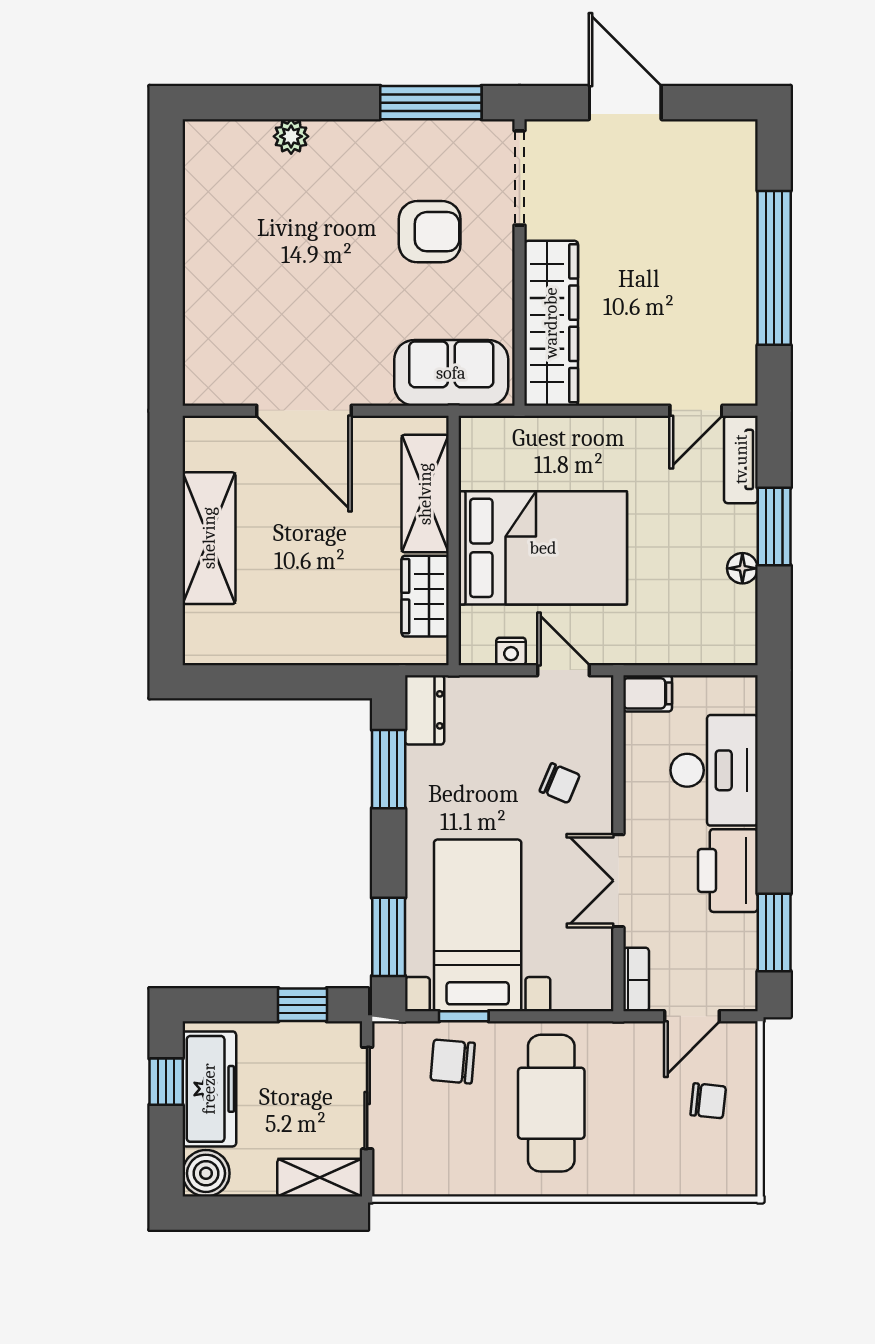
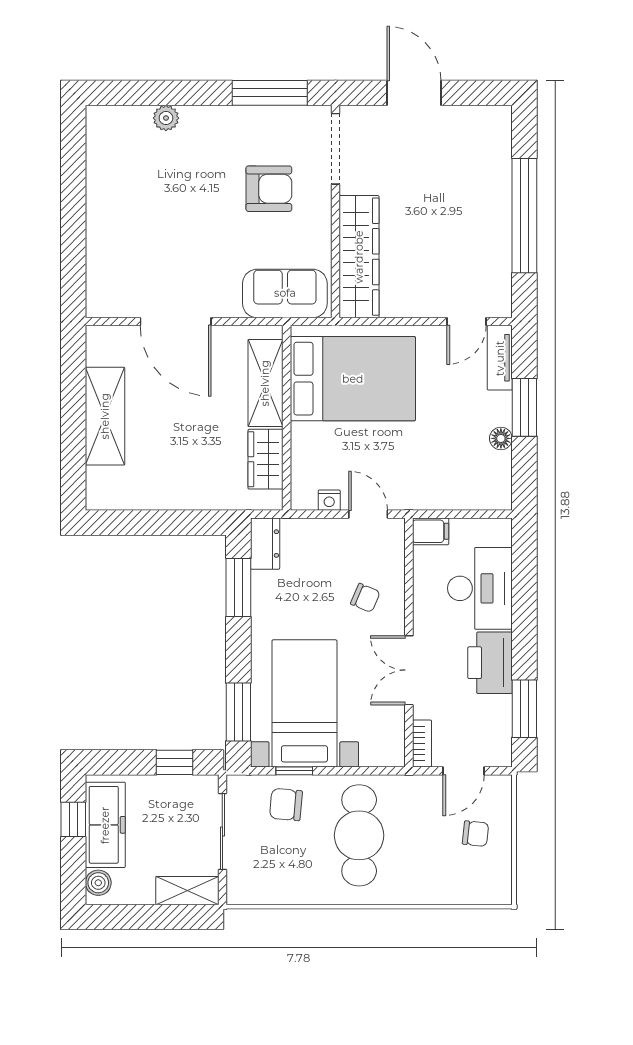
bed: (543, 548) -> (353, 379), moved
boiler: (206, 1173) -> (98, 883), width x0.73, depth x0.73

